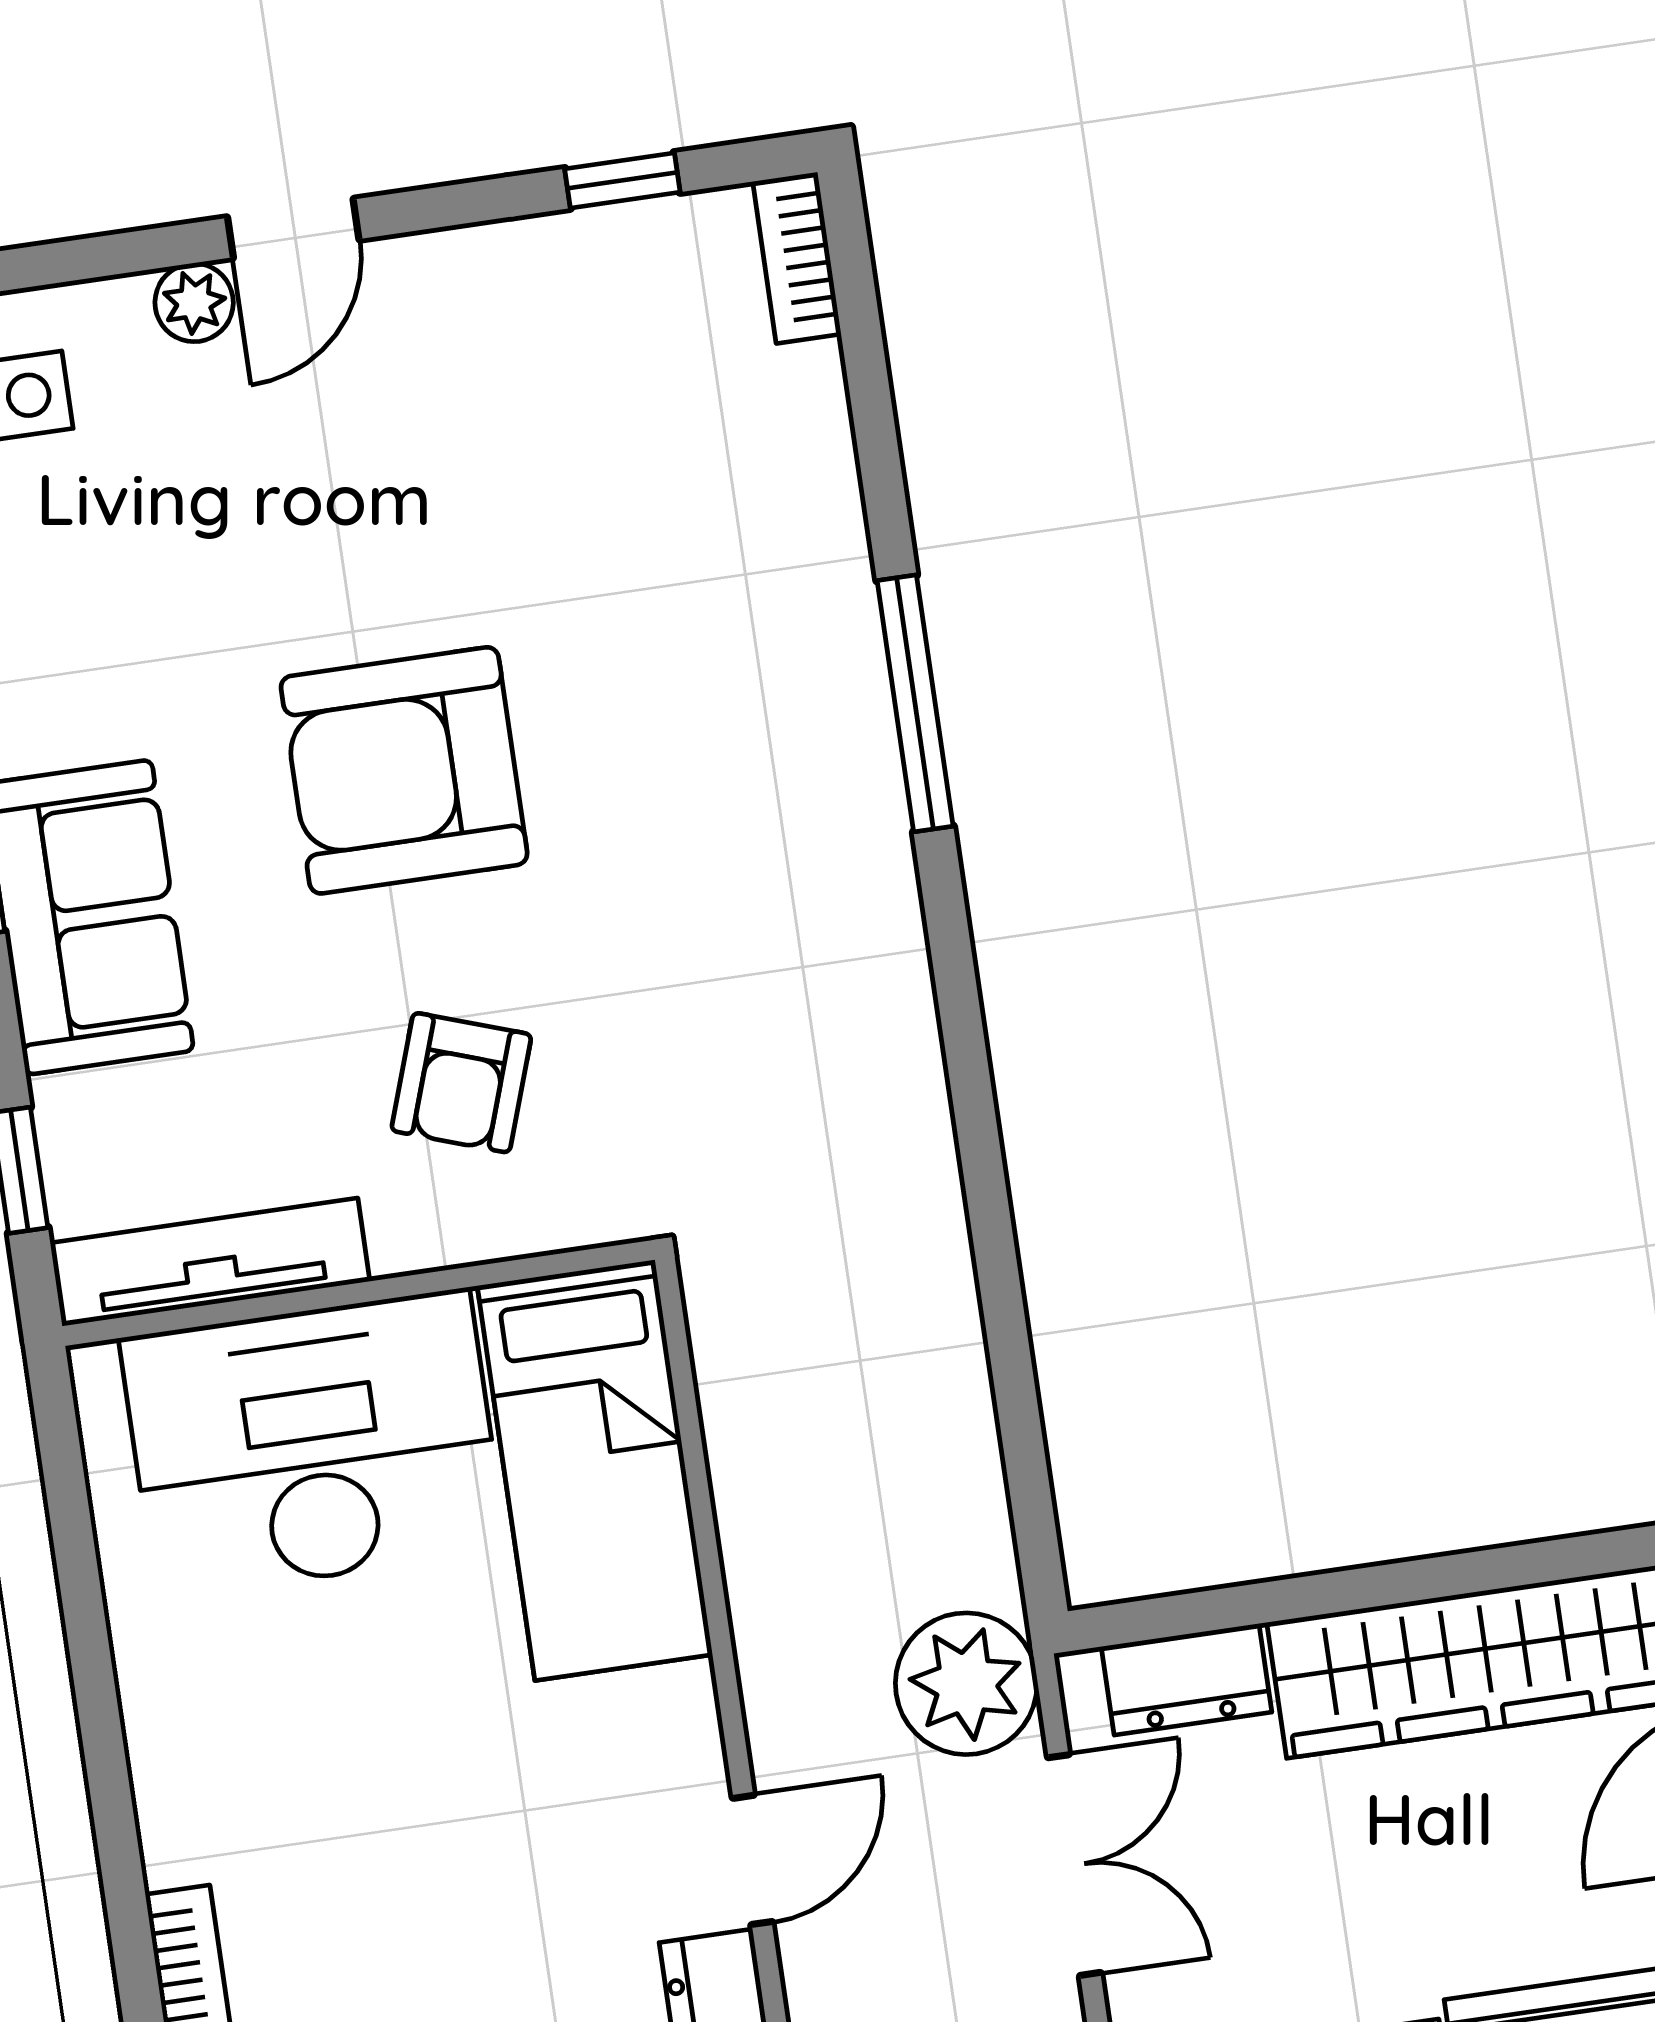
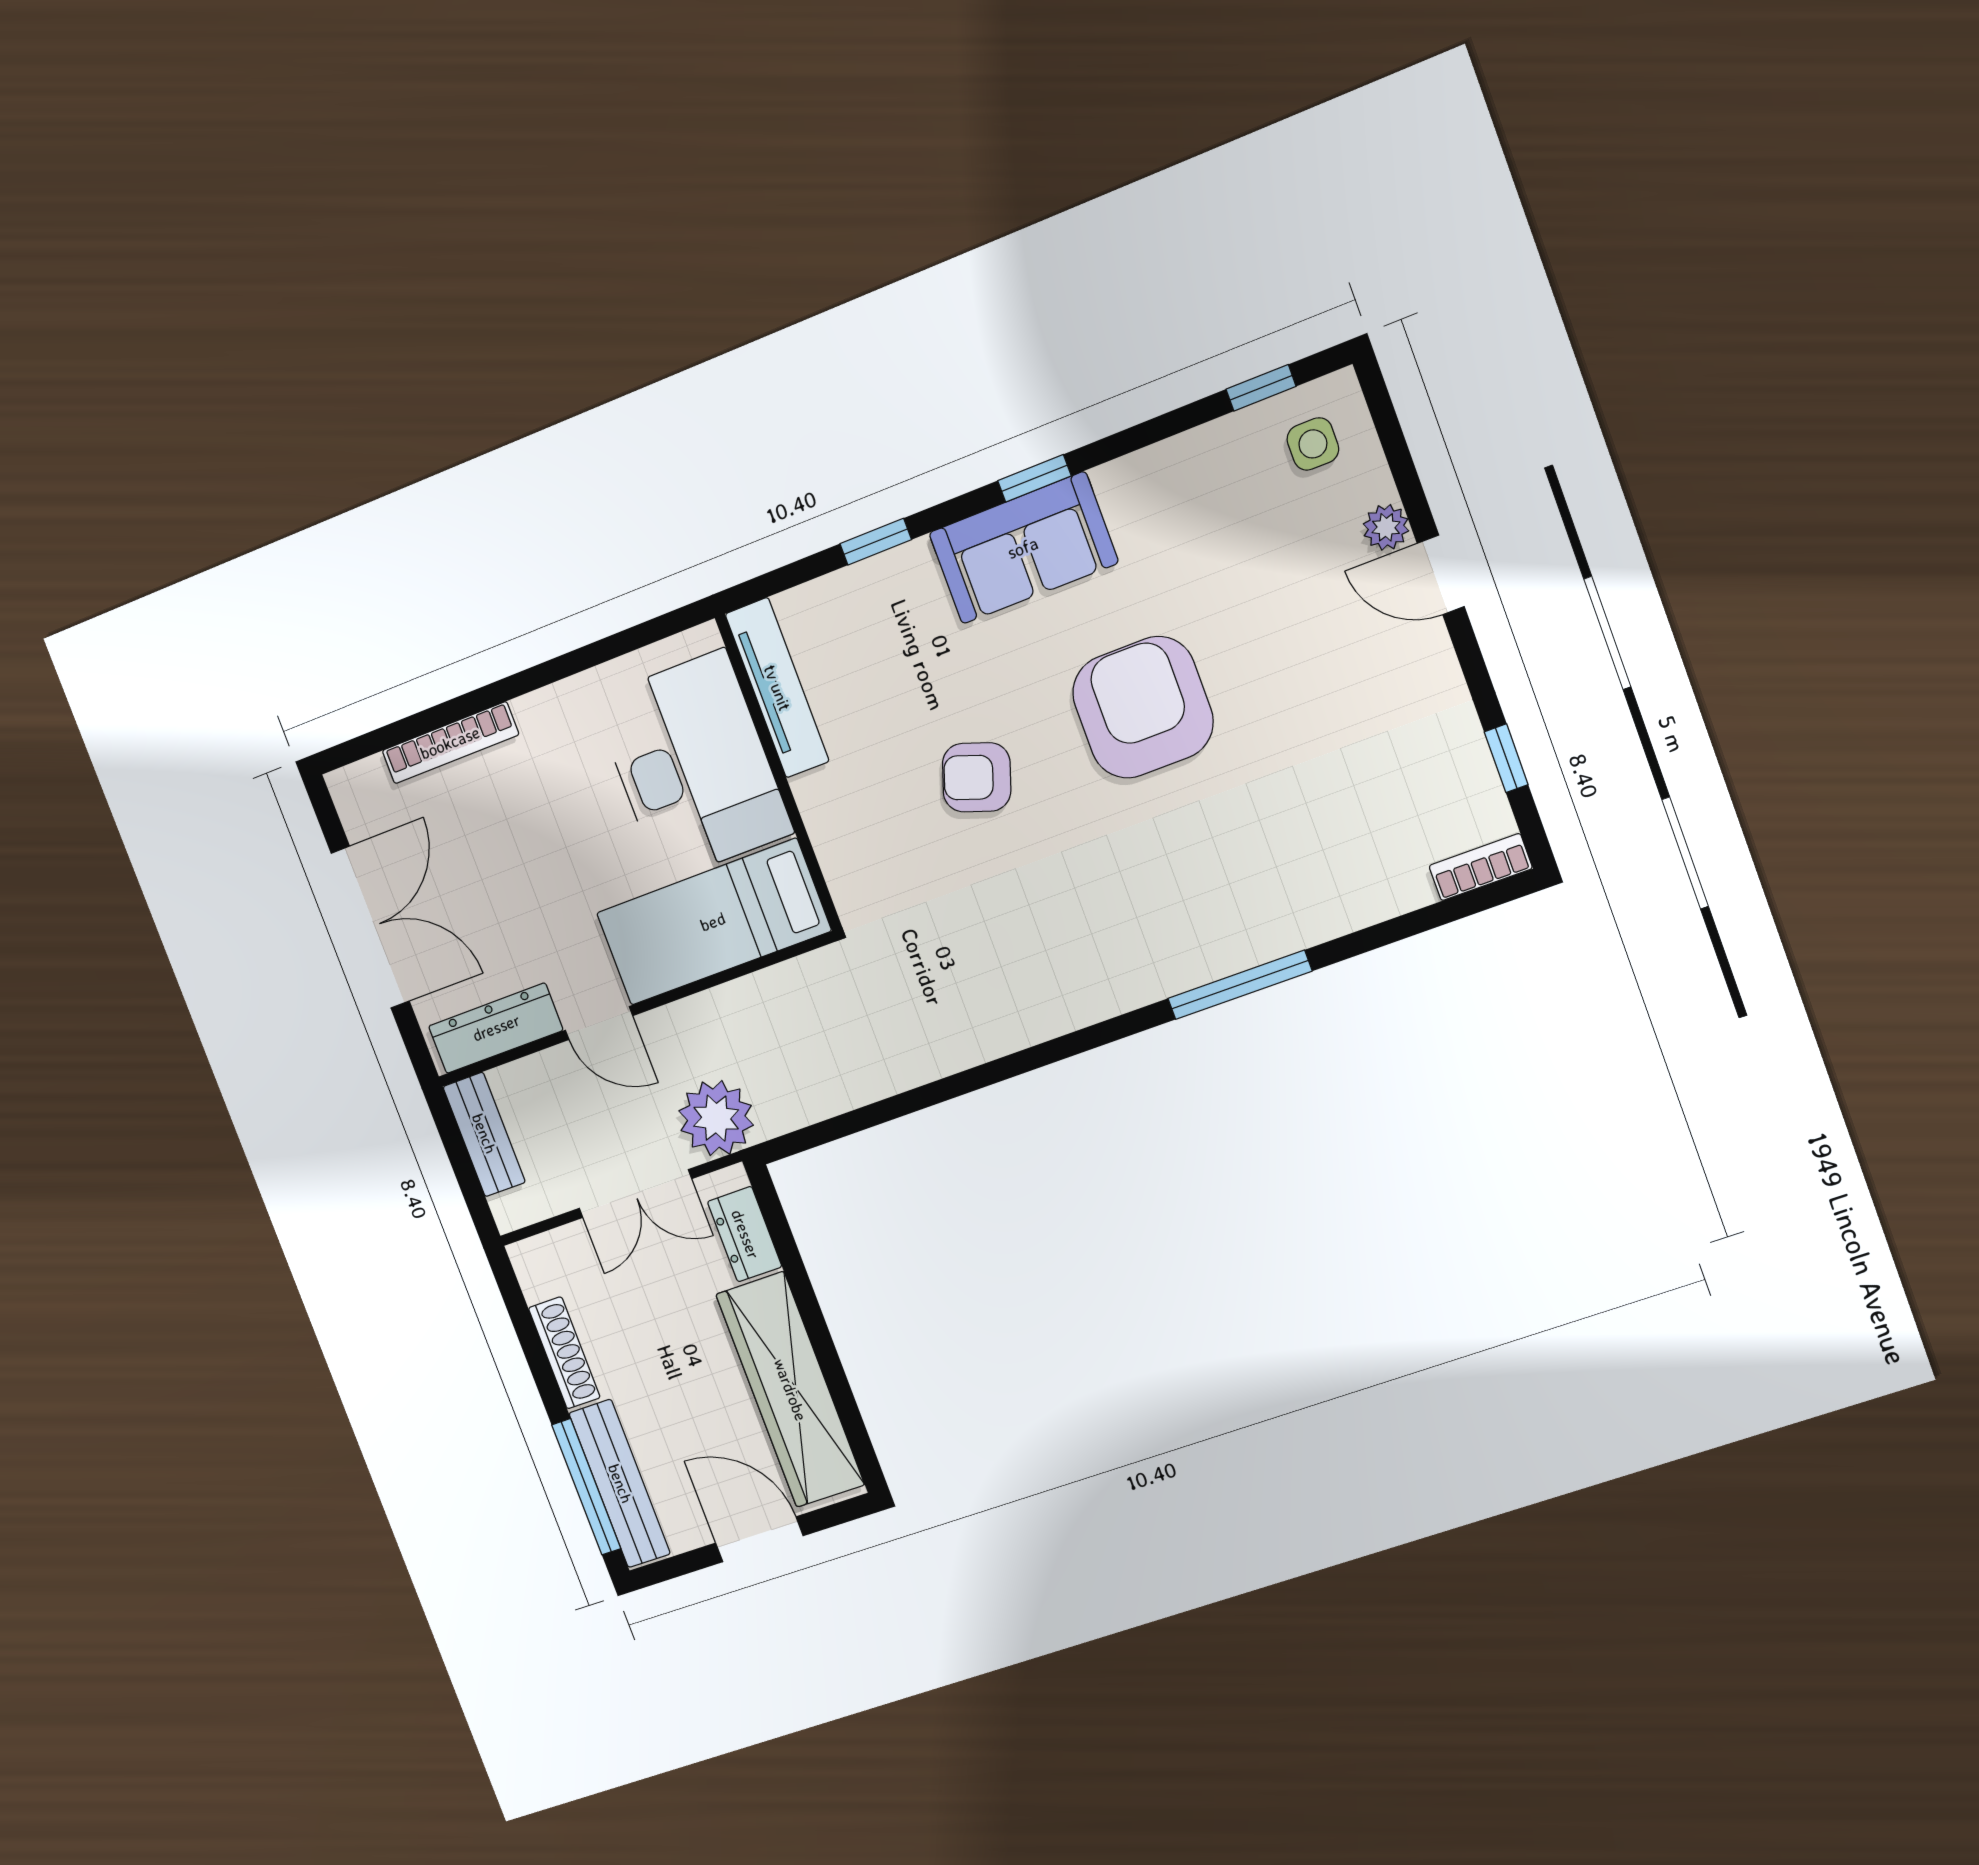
tv unit: (210, 1262) -> (777, 688), moved
wall: (359, 1293) -> (779, 773), moved
desk: (313, 1444) -> (693, 766), moved
bed: (595, 1470) -> (713, 922), moved

